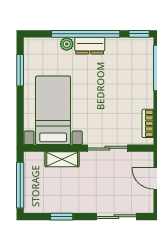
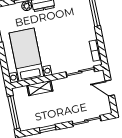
sliding door: (107, 148) -> (80, 72), moved

